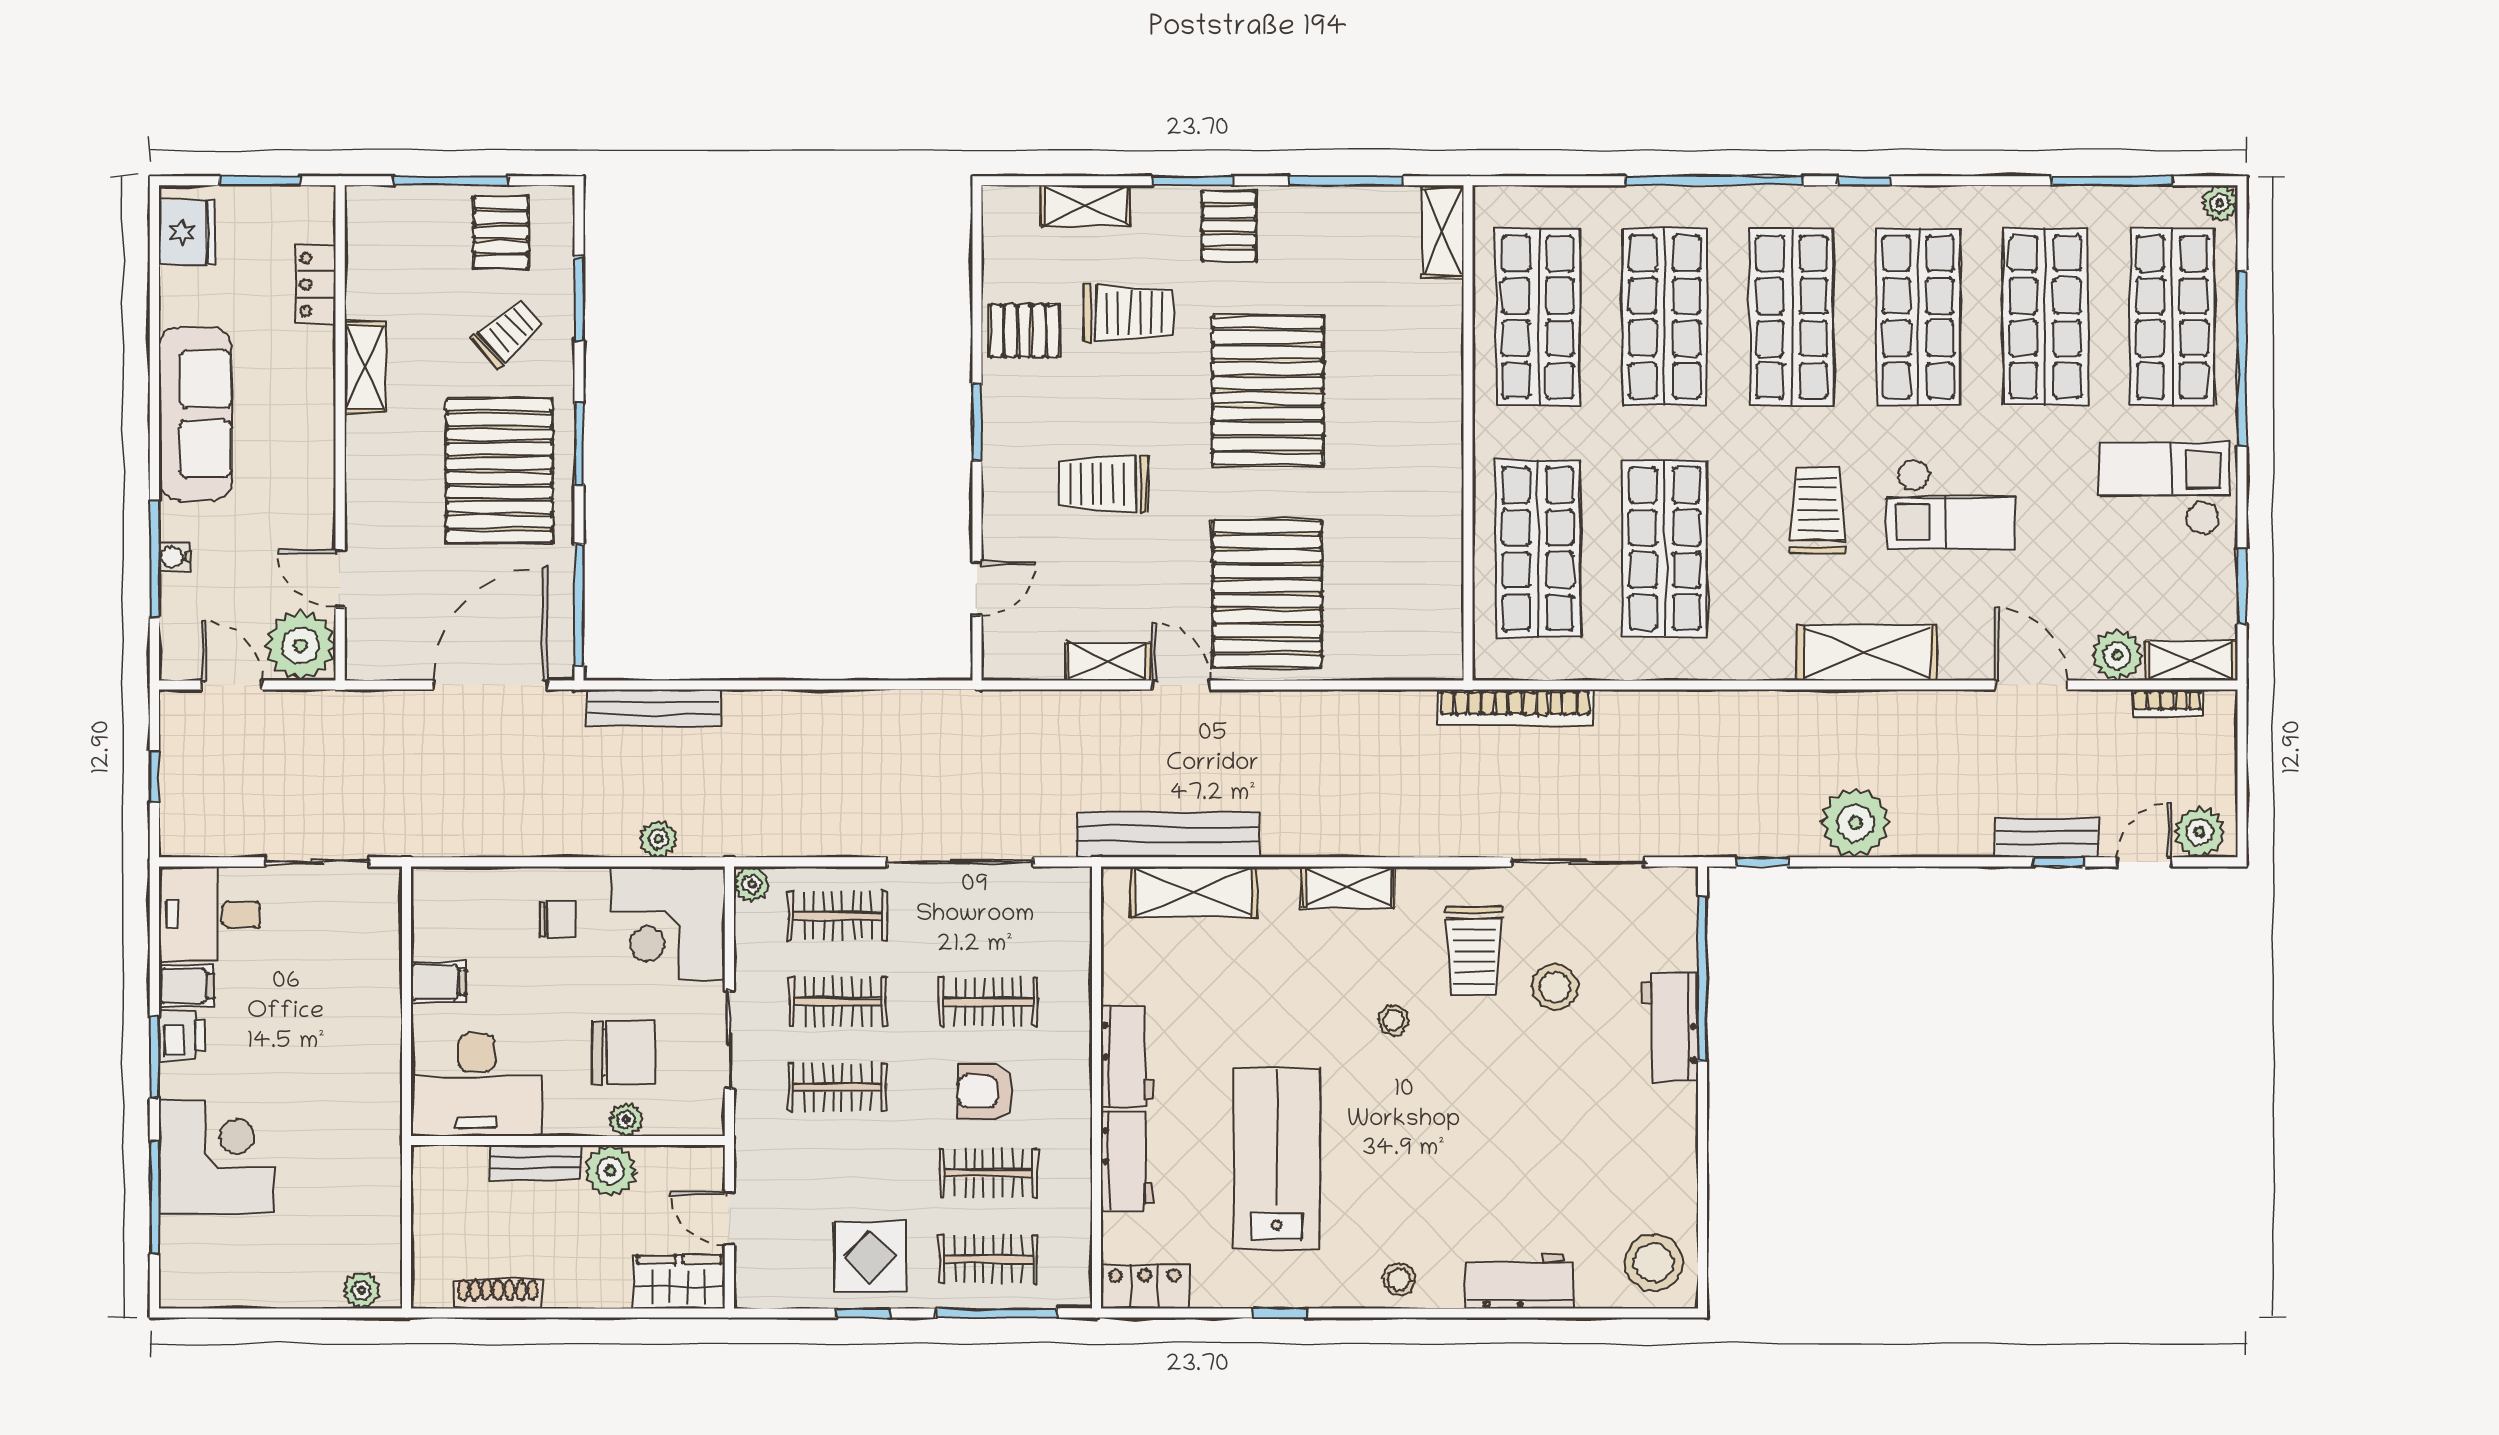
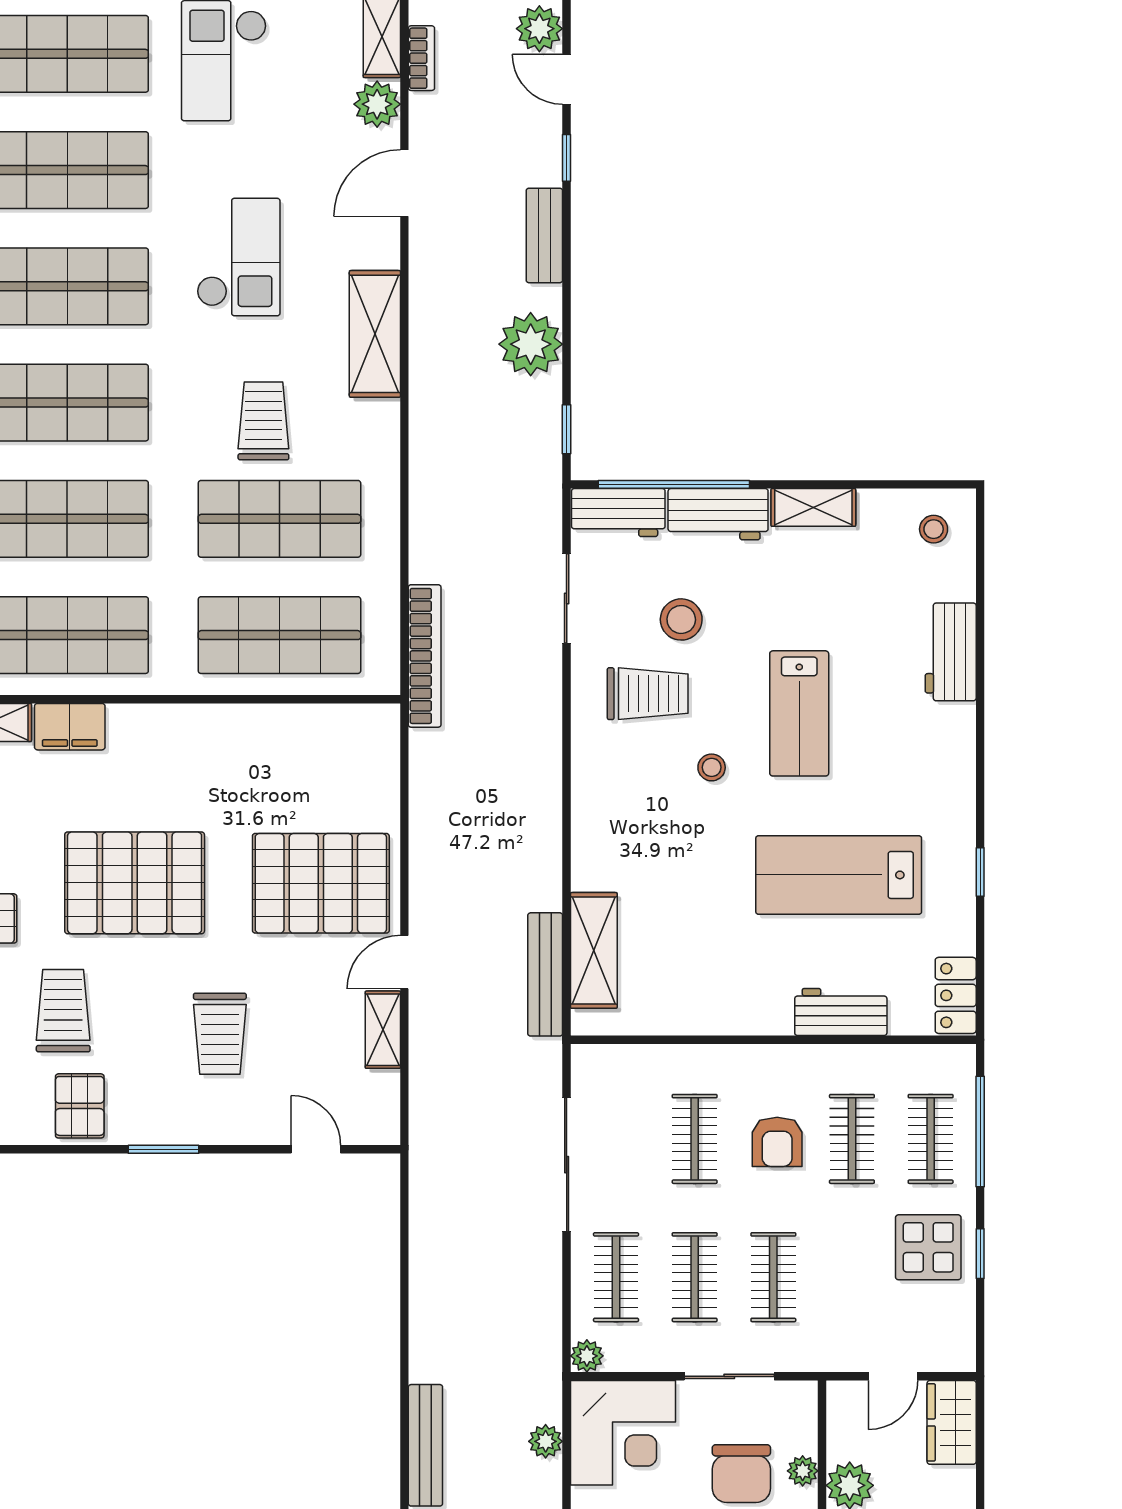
filing cabinet: (1438, 320) -> (70, 727), added
trolley: (1818, 510) -> (263, 421), moved, turned 90
bench: (1168, 835) -> (545, 974), width x0.73, depth x0.82
bench: (2047, 838) -> (544, 235), moved
sliding door: (1578, 862) -> (567, 598), width x0.73
shelving: (1348, 887) -> (813, 507), moved, turned 90
chair: (623, 1053) -> (741, 1474), turned 180
workbench: (1127, 1057) -> (618, 513), moved, turned 180
lab bench: (1453, 1116) -> (799, 713), added
stool: (1654, 1262) -> (934, 529), width x0.53, depth x0.53
stool: (1399, 1279) -> (949, 762), removed

